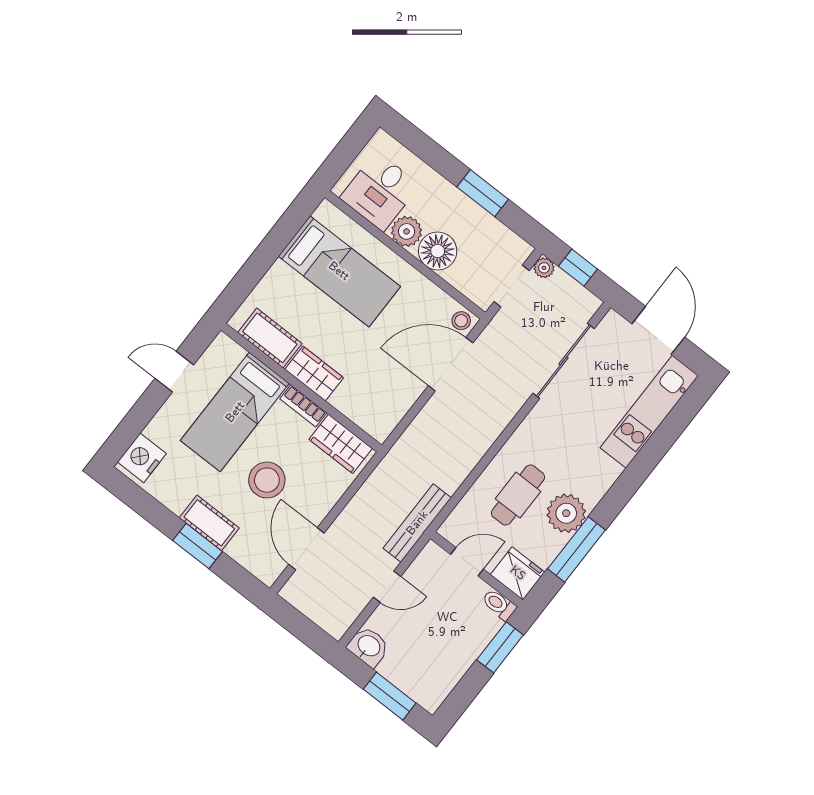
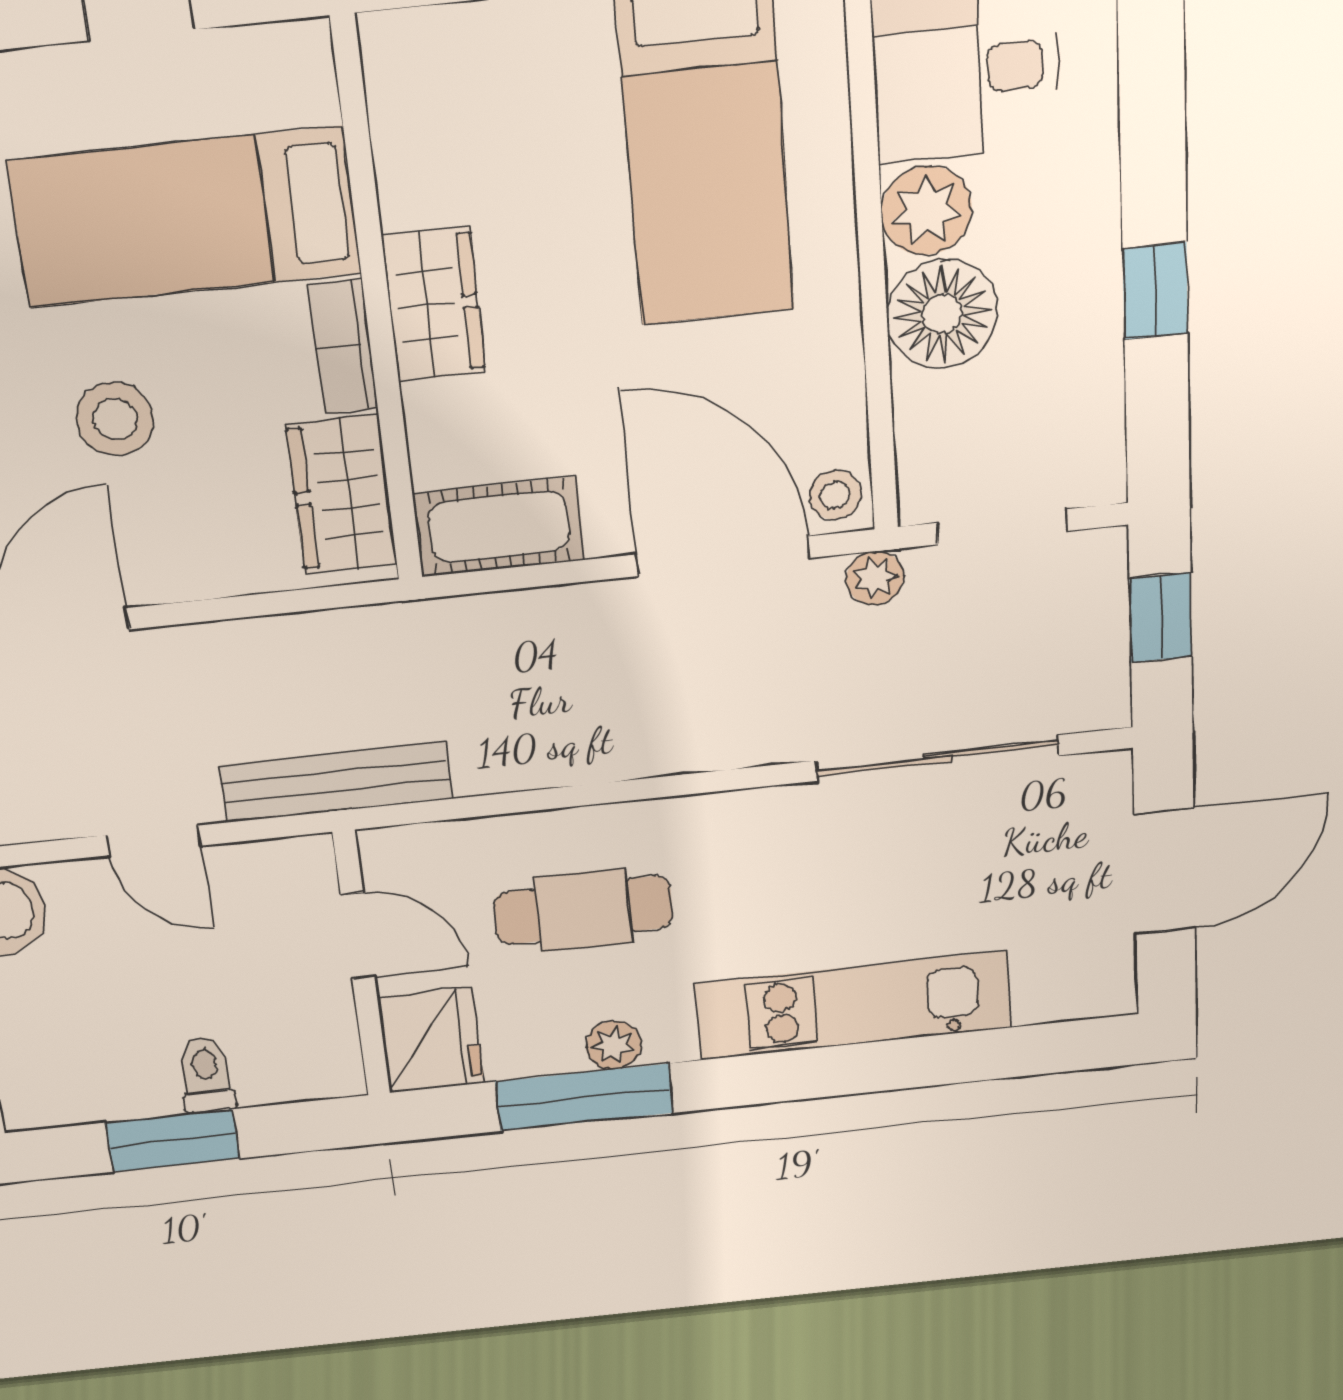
window: (483, 193) -> (1155, 291), width x0.67
plant: (544, 268) -> (875, 578), moved
cot: (270, 338) -> (499, 527), moved, turned 90
kitchen unit: (649, 412) -> (853, 1006), moved
stool: (267, 480) -> (115, 419), width x0.73, depth x0.73
plant: (566, 513) -> (614, 1045), width x0.53, depth x0.53
toilet: (499, 605) -> (206, 1075), moved
window: (500, 647) -> (173, 1141), moved

